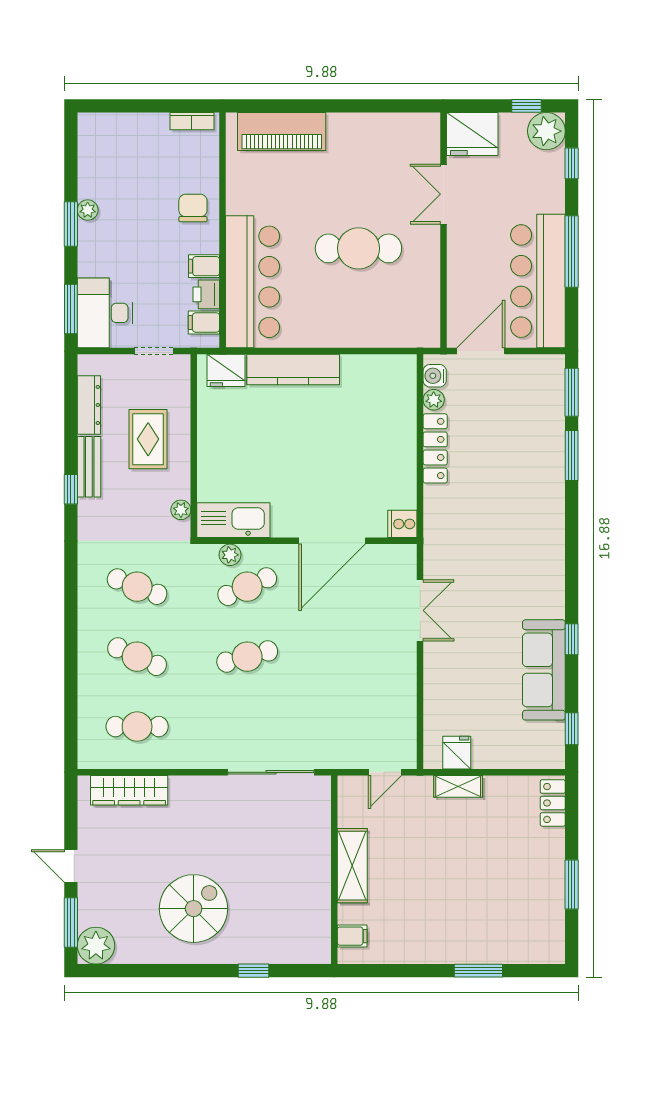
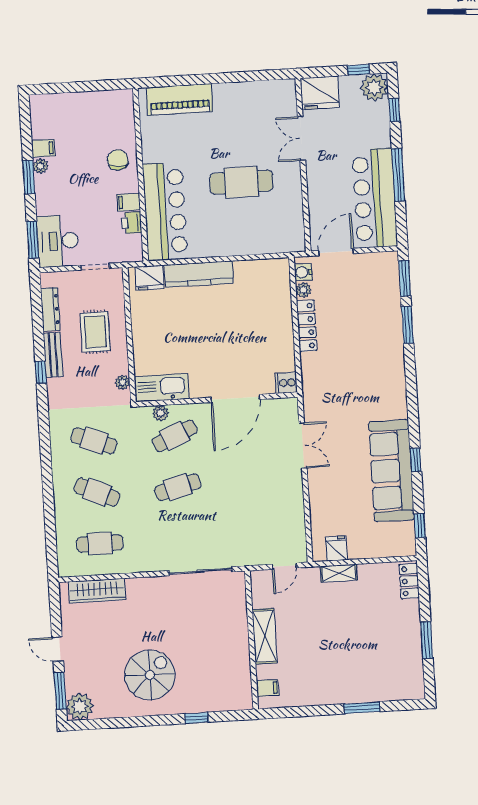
bookcase: (192, 121) -> (113, 96), removed
filing cabinet: (204, 322) -> (43, 148), moved, turned 180
sofa: (544, 670) -> (392, 471), width x1.36, depth x1.27

